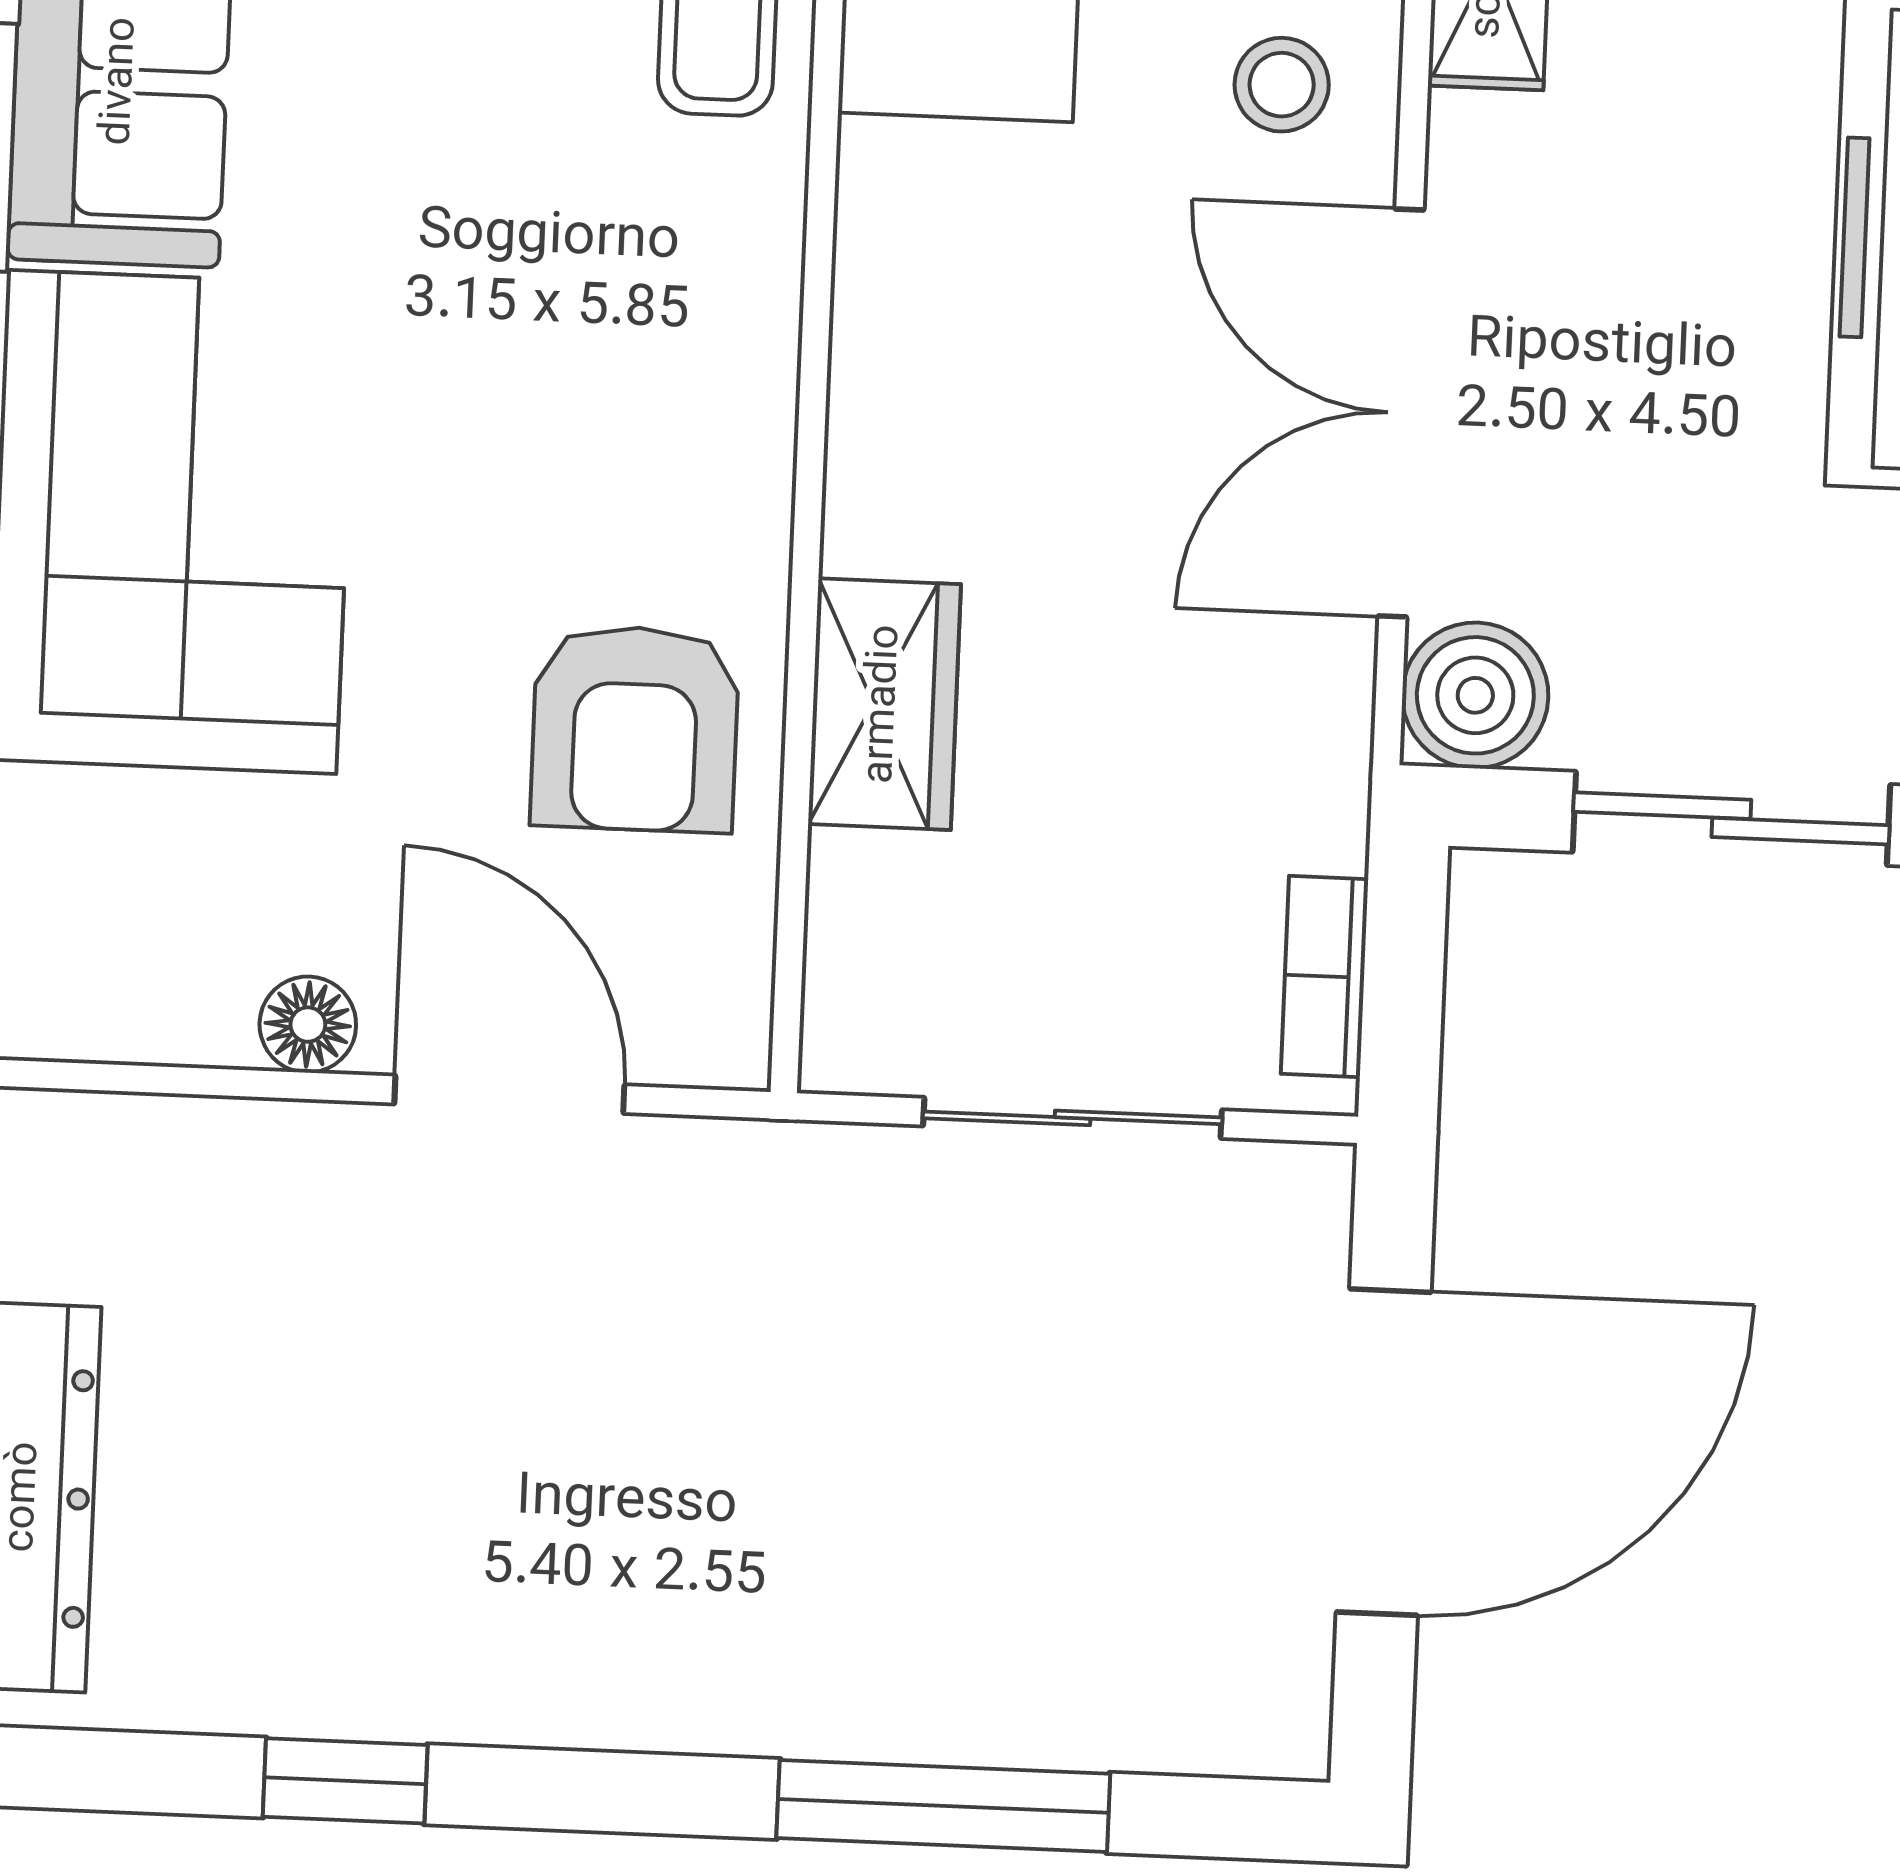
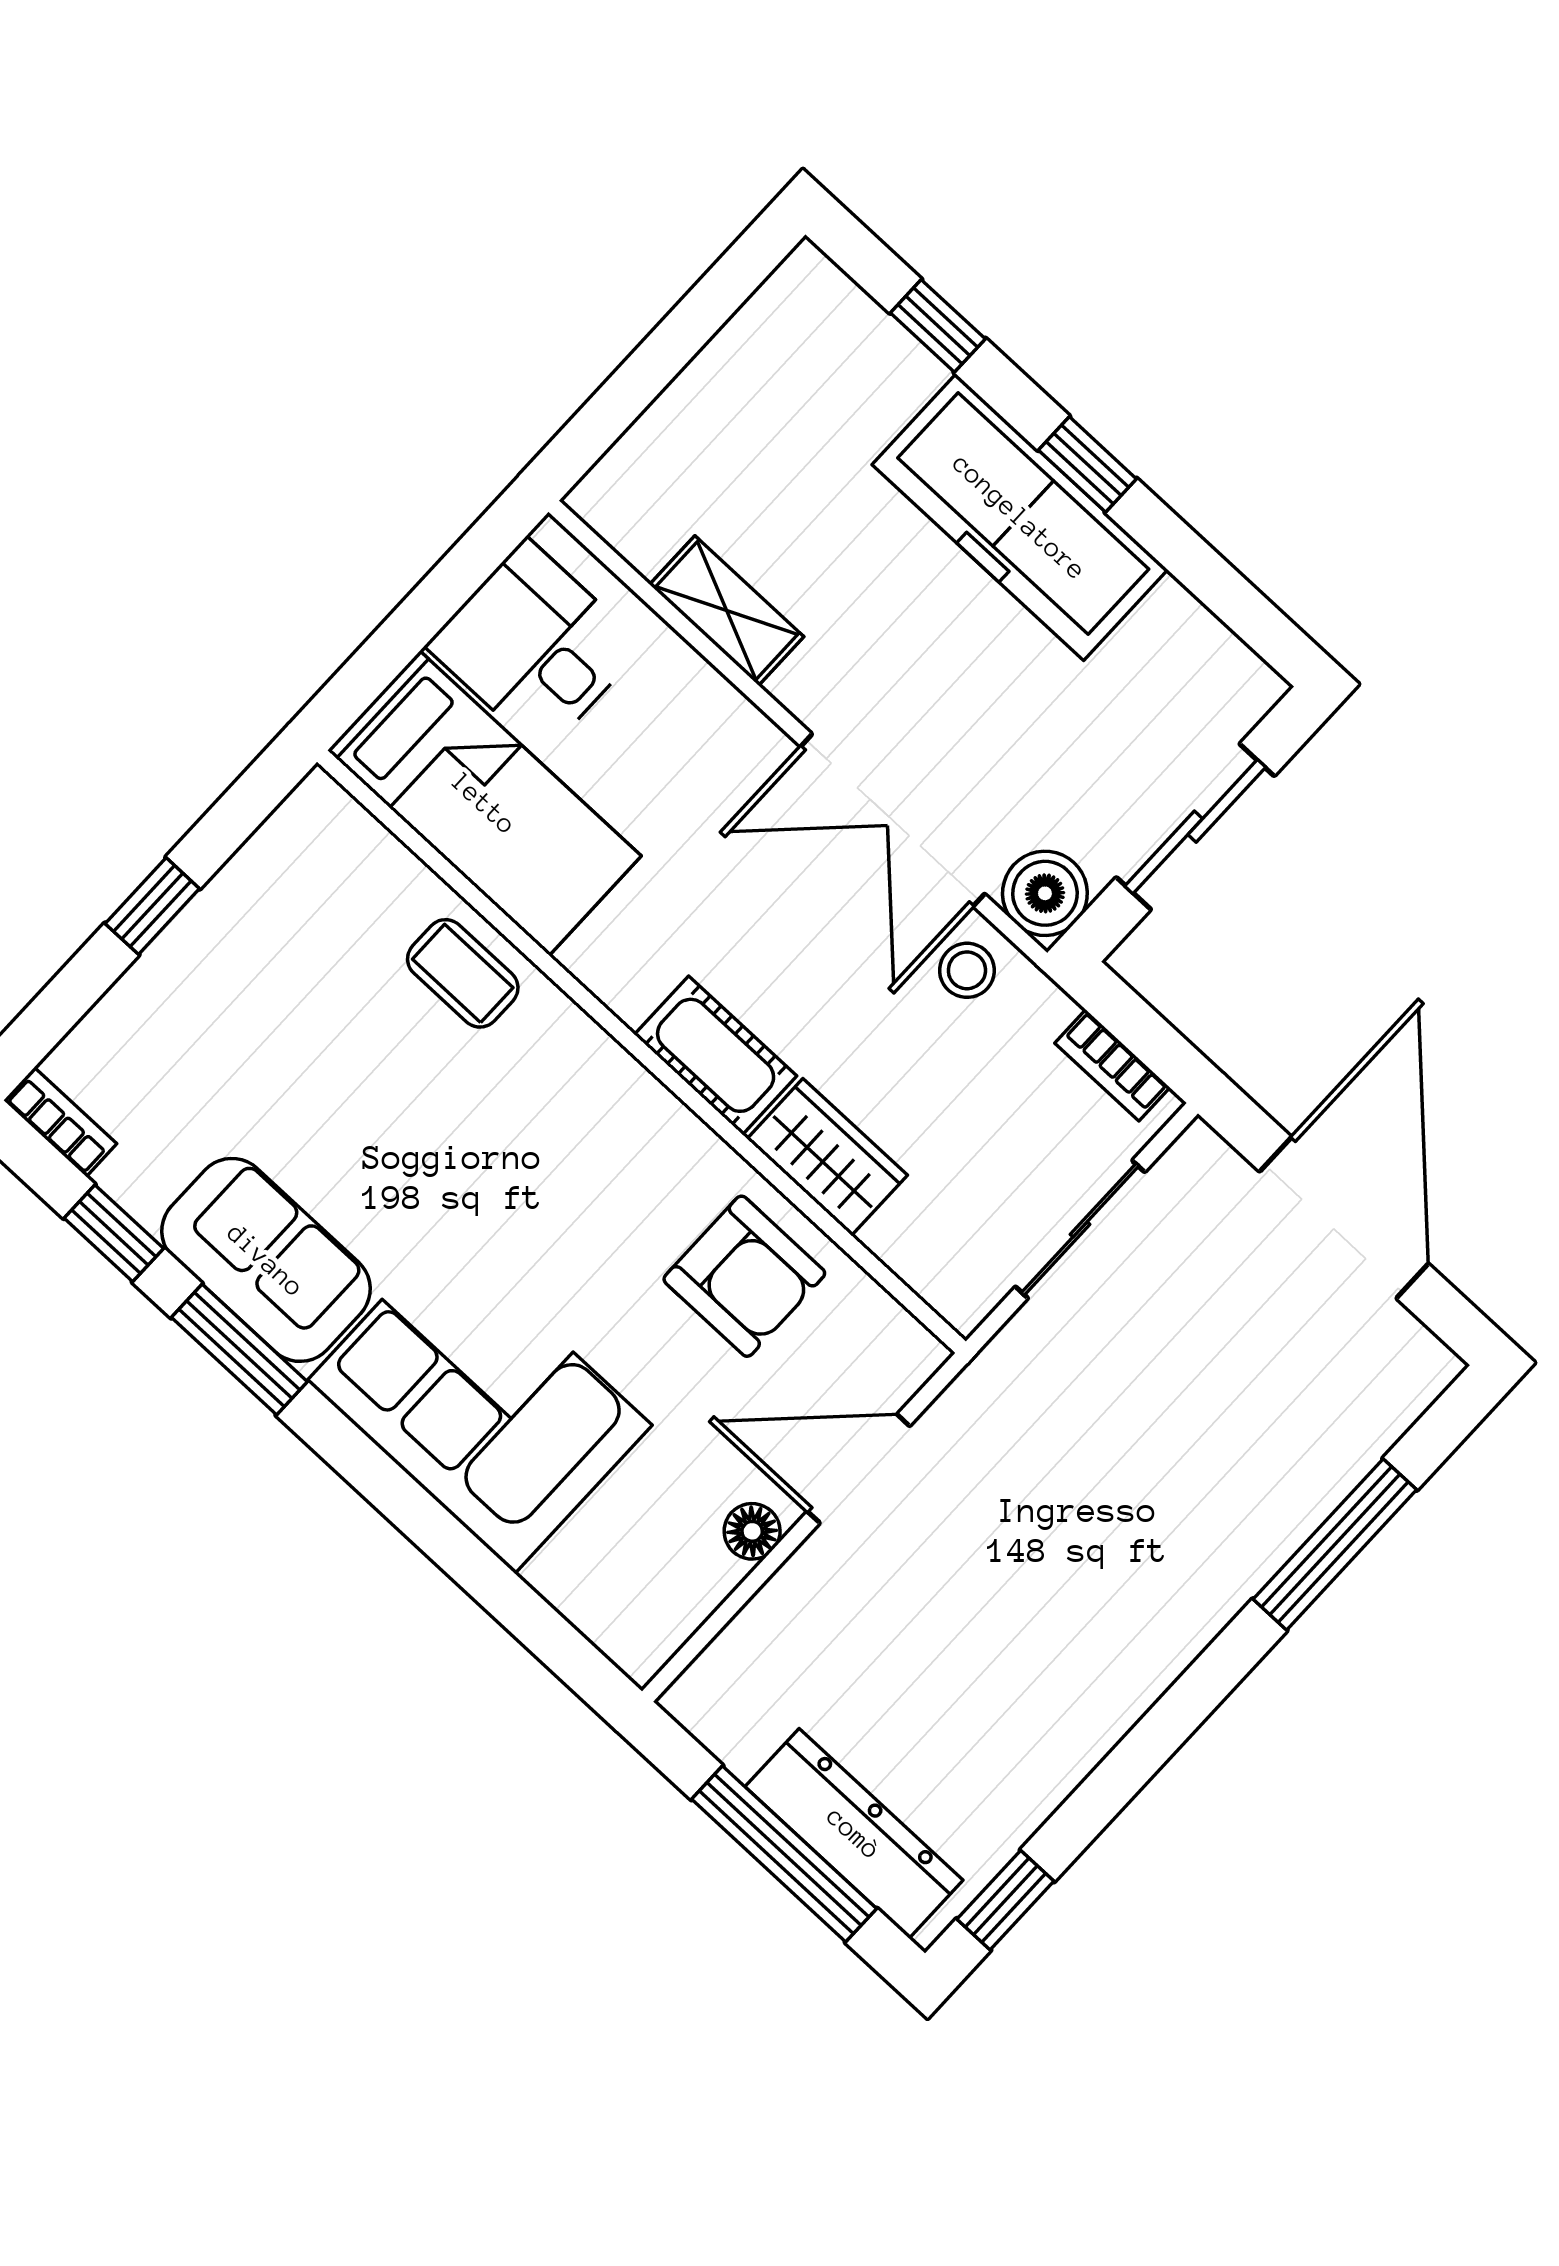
stool: (1282, 85) -> (967, 970), moved
cot: (893, 443) -> (716, 1055), added
window: (345, 1781) -> (1005, 1900), moved

